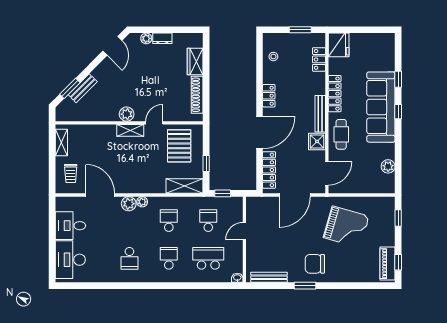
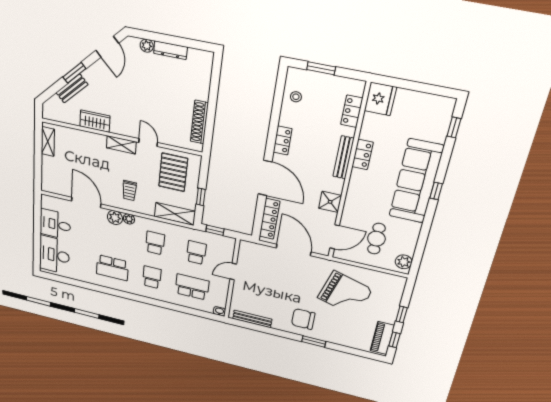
window: (300, 30) -> (321, 68), moved
dresser: (162, 38) -> (170, 50), width x1.44
wardrobe: (195, 62) -> (95, 121), moved, turned 90
window: (398, 79) -> (454, 127), moved
window: (70, 88) -> (74, 73), moved
locker: (335, 94) -> (363, 155), width x0.66
plant: (127, 114) -> (118, 127), removed
bench: (320, 114) -> (343, 157), moved
door: (154, 123) -> (148, 142), hinge flipped
door: (260, 133) -> (265, 178), hinge flipped
cafe table: (341, 134) -> (376, 239), moved
plant: (388, 166) -> (404, 262), moved
trolley: (71, 174) -> (129, 191), moved
door: (295, 195) -> (294, 250), swing flipped
window: (398, 218) -> (402, 314), moved
school desk: (129, 258) -> (112, 268), width x1.85
window: (305, 286) -> (314, 342), moved

